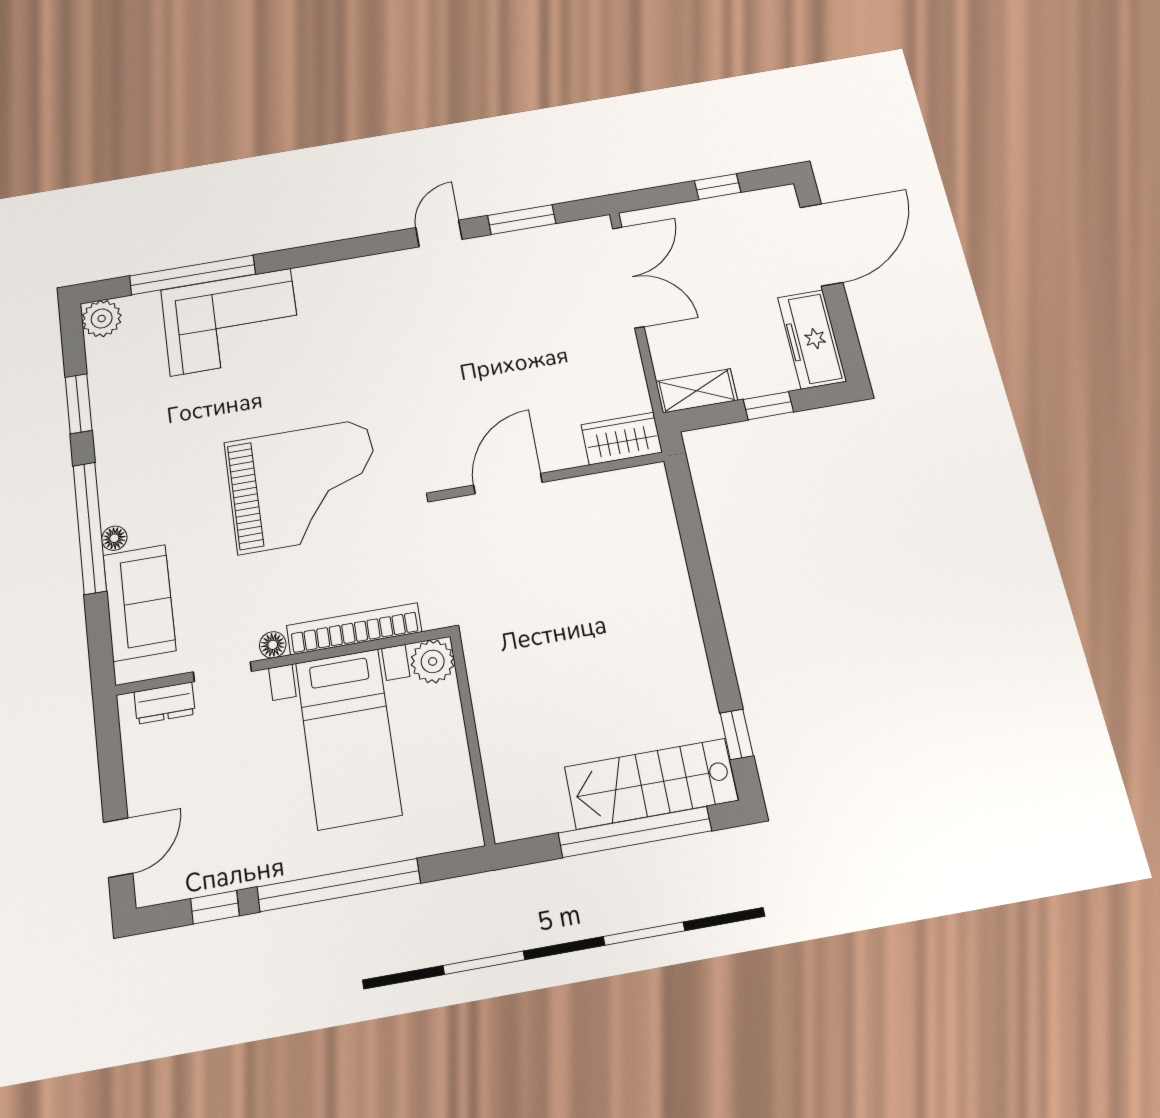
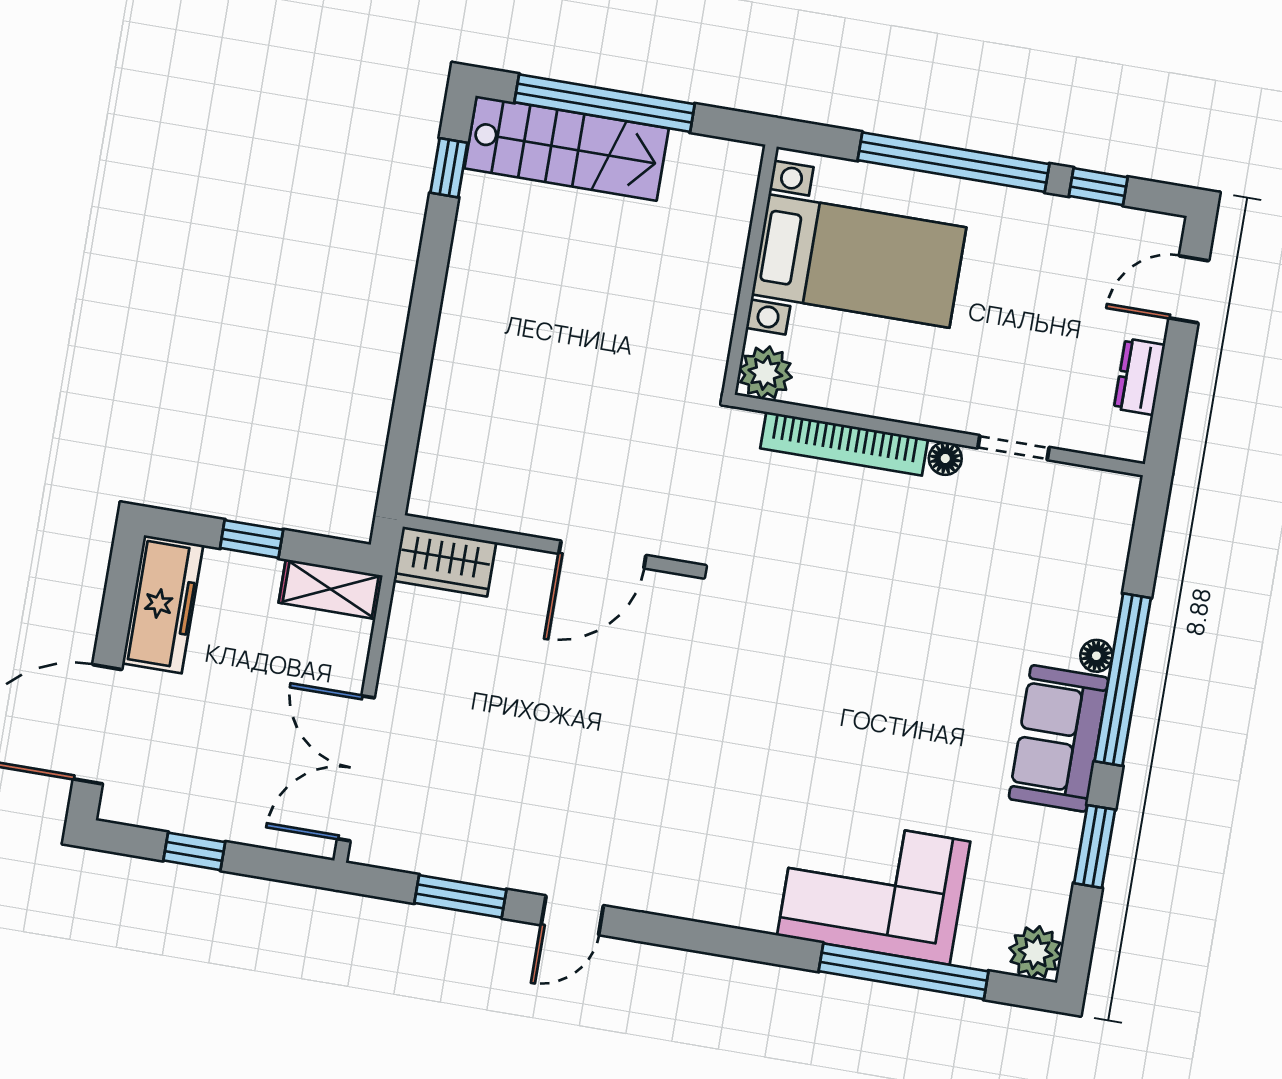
grand piano: (304, 486) -> (849, 640), removed
sofa: (139, 603) -> (1059, 738), moved
dresser: (165, 703) -> (1139, 377), moved, turned -90
bed with nightstands: (348, 738) -> (859, 261), moved, turned 90

